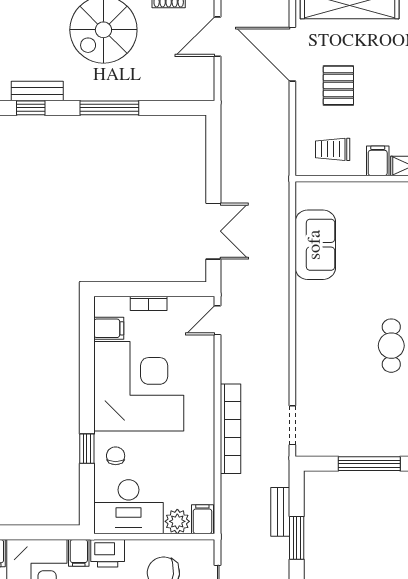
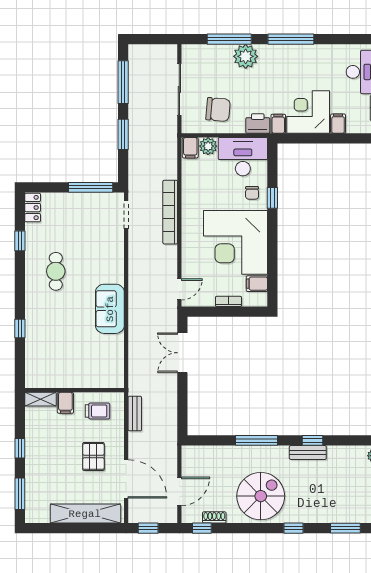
sofa: (315, 245) -> (110, 309), moved
window: (369, 464) -> (91, 187), moved
bench: (280, 512) -> (135, 414), moved

